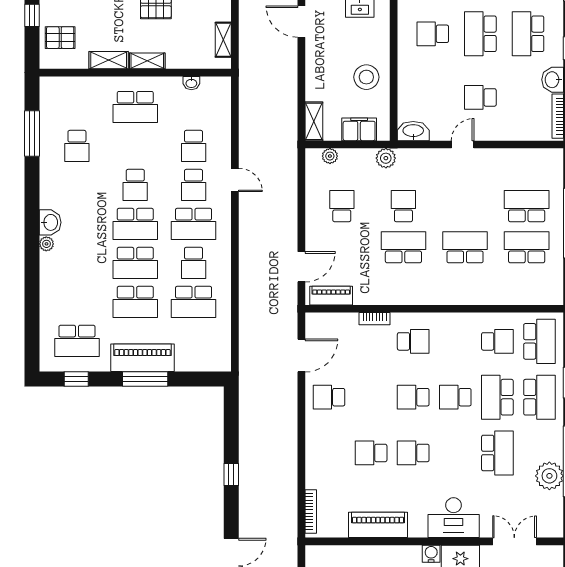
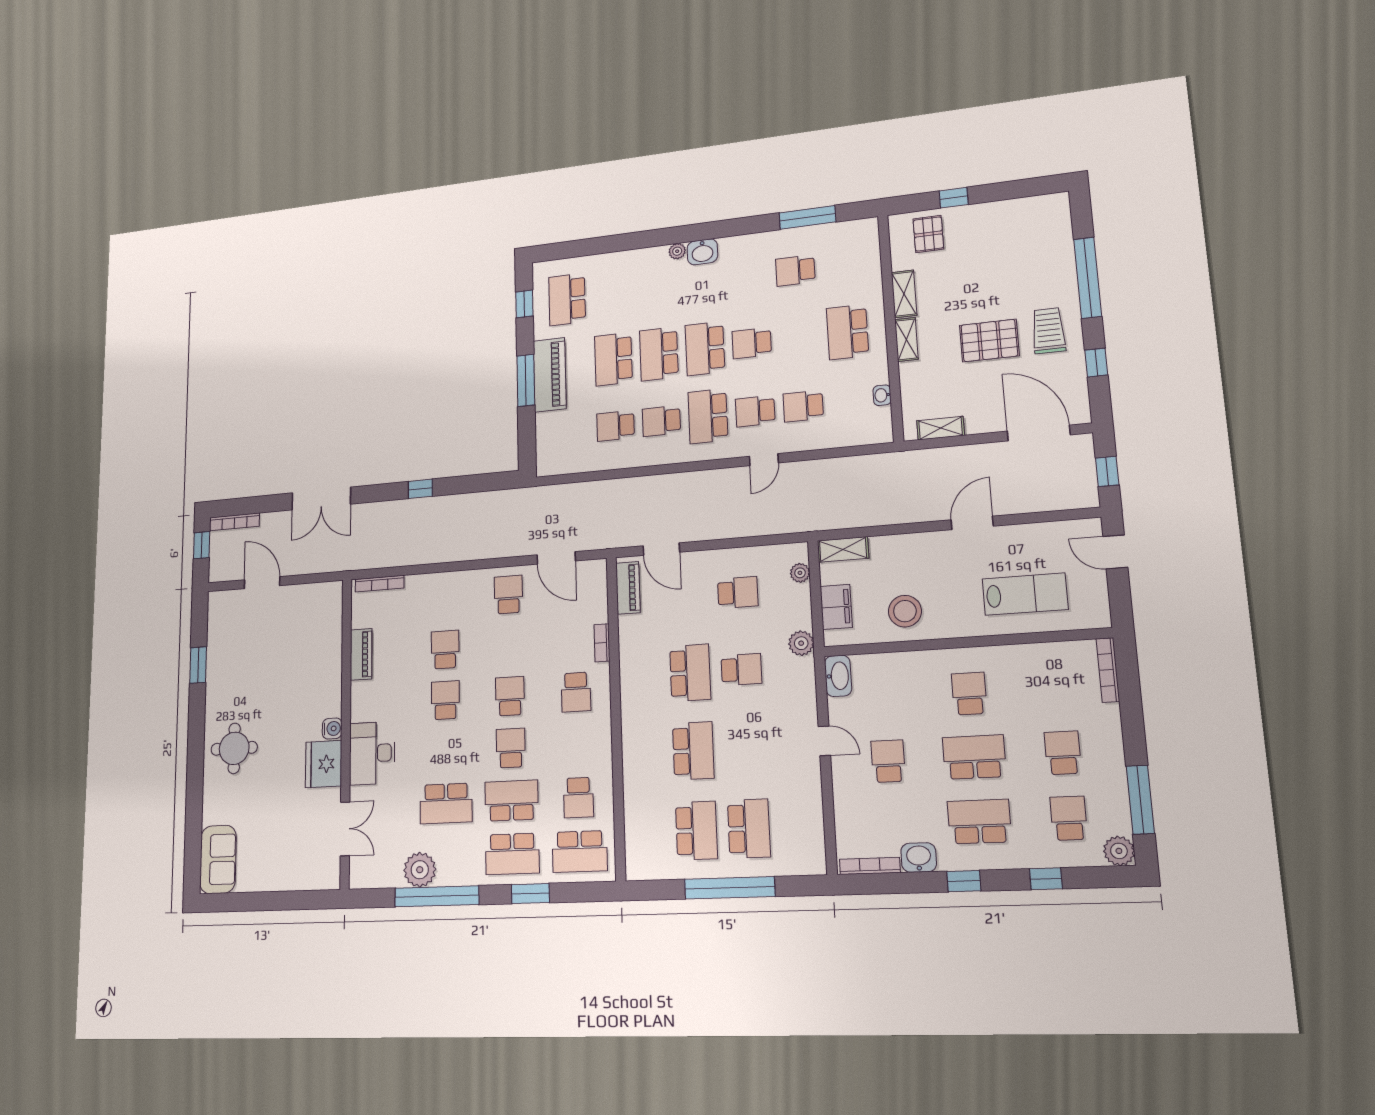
school desk: (194, 302) -> (615, 426), width x0.54
piano: (378, 525) -> (361, 654), width x0.73, depth x0.75

